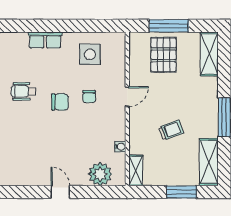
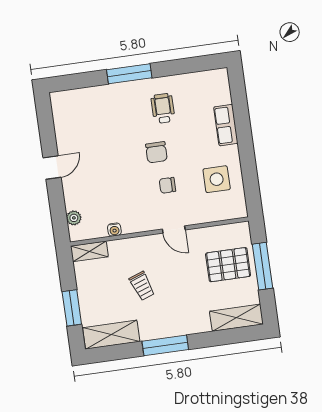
plant: (100, 174) -> (74, 218), width x0.53, depth x0.53

